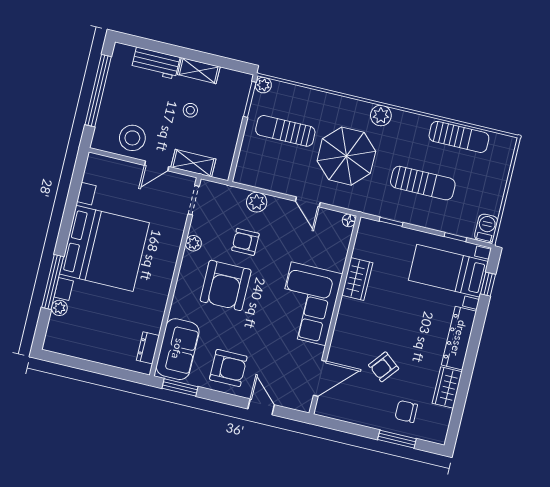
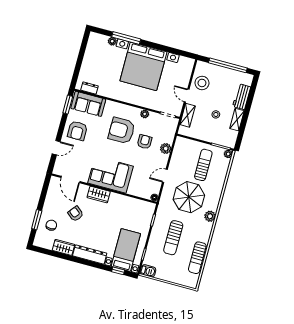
wardrobe: (357, 279) -> (99, 194), moved

